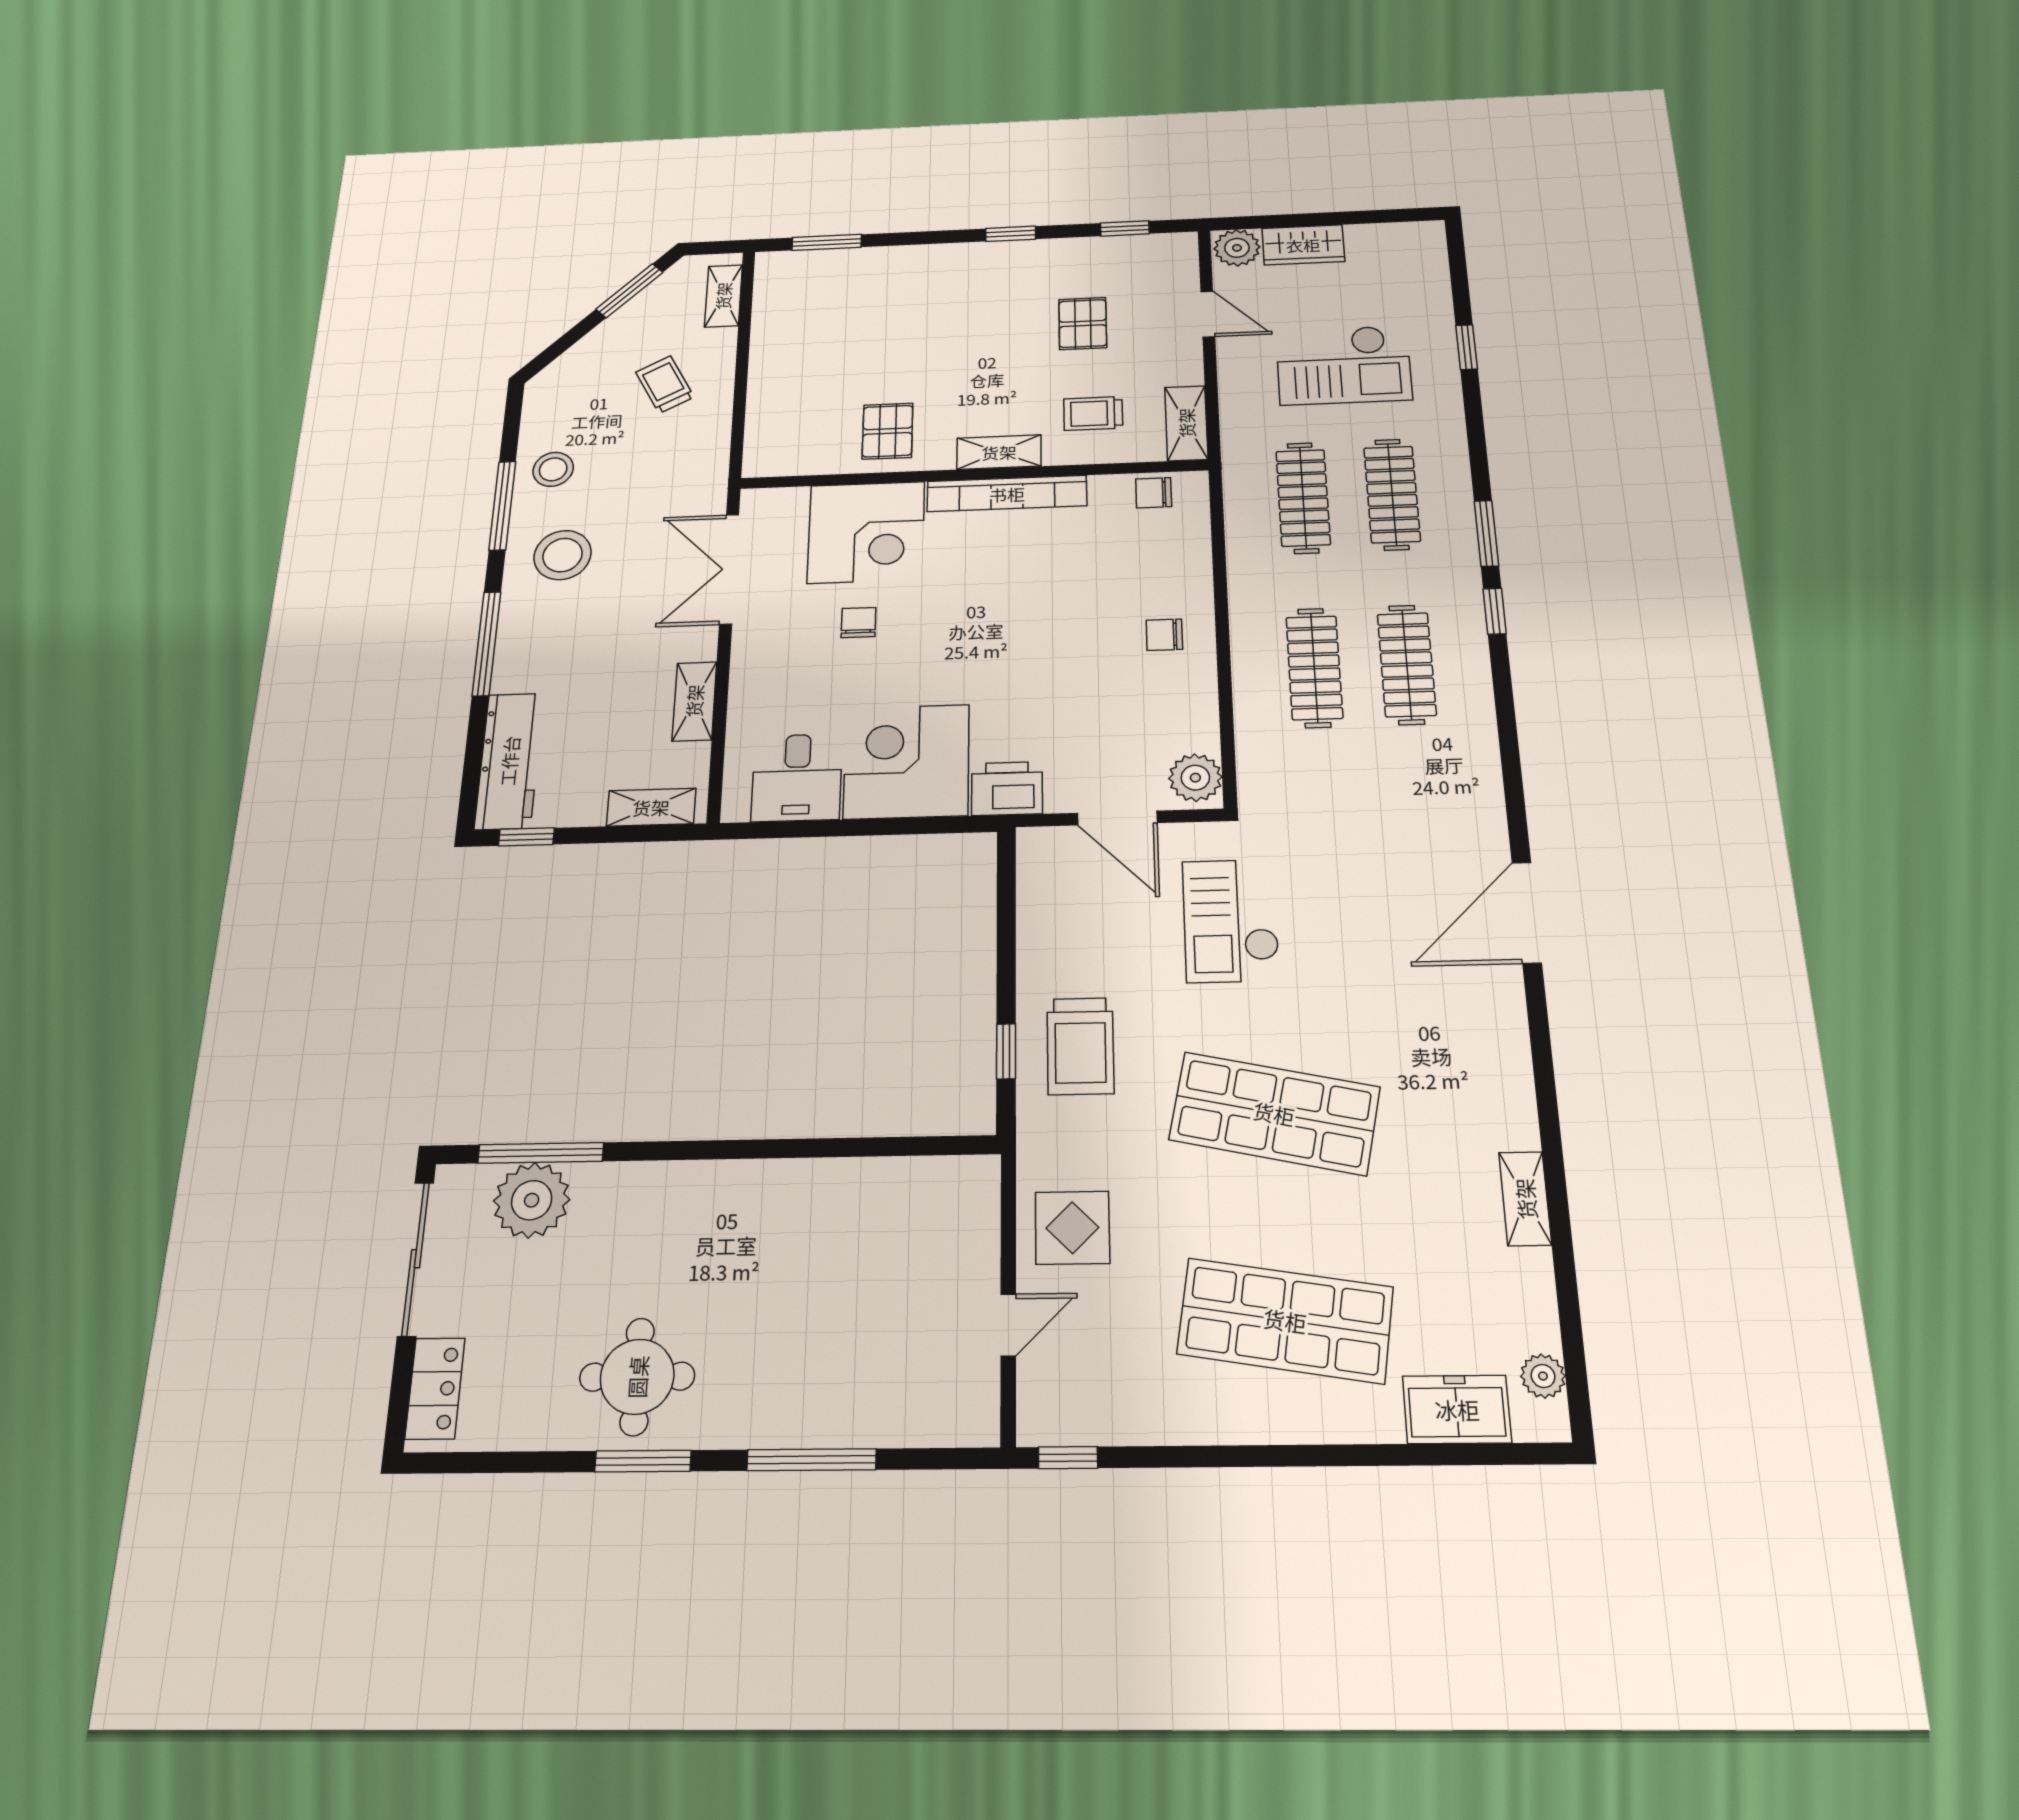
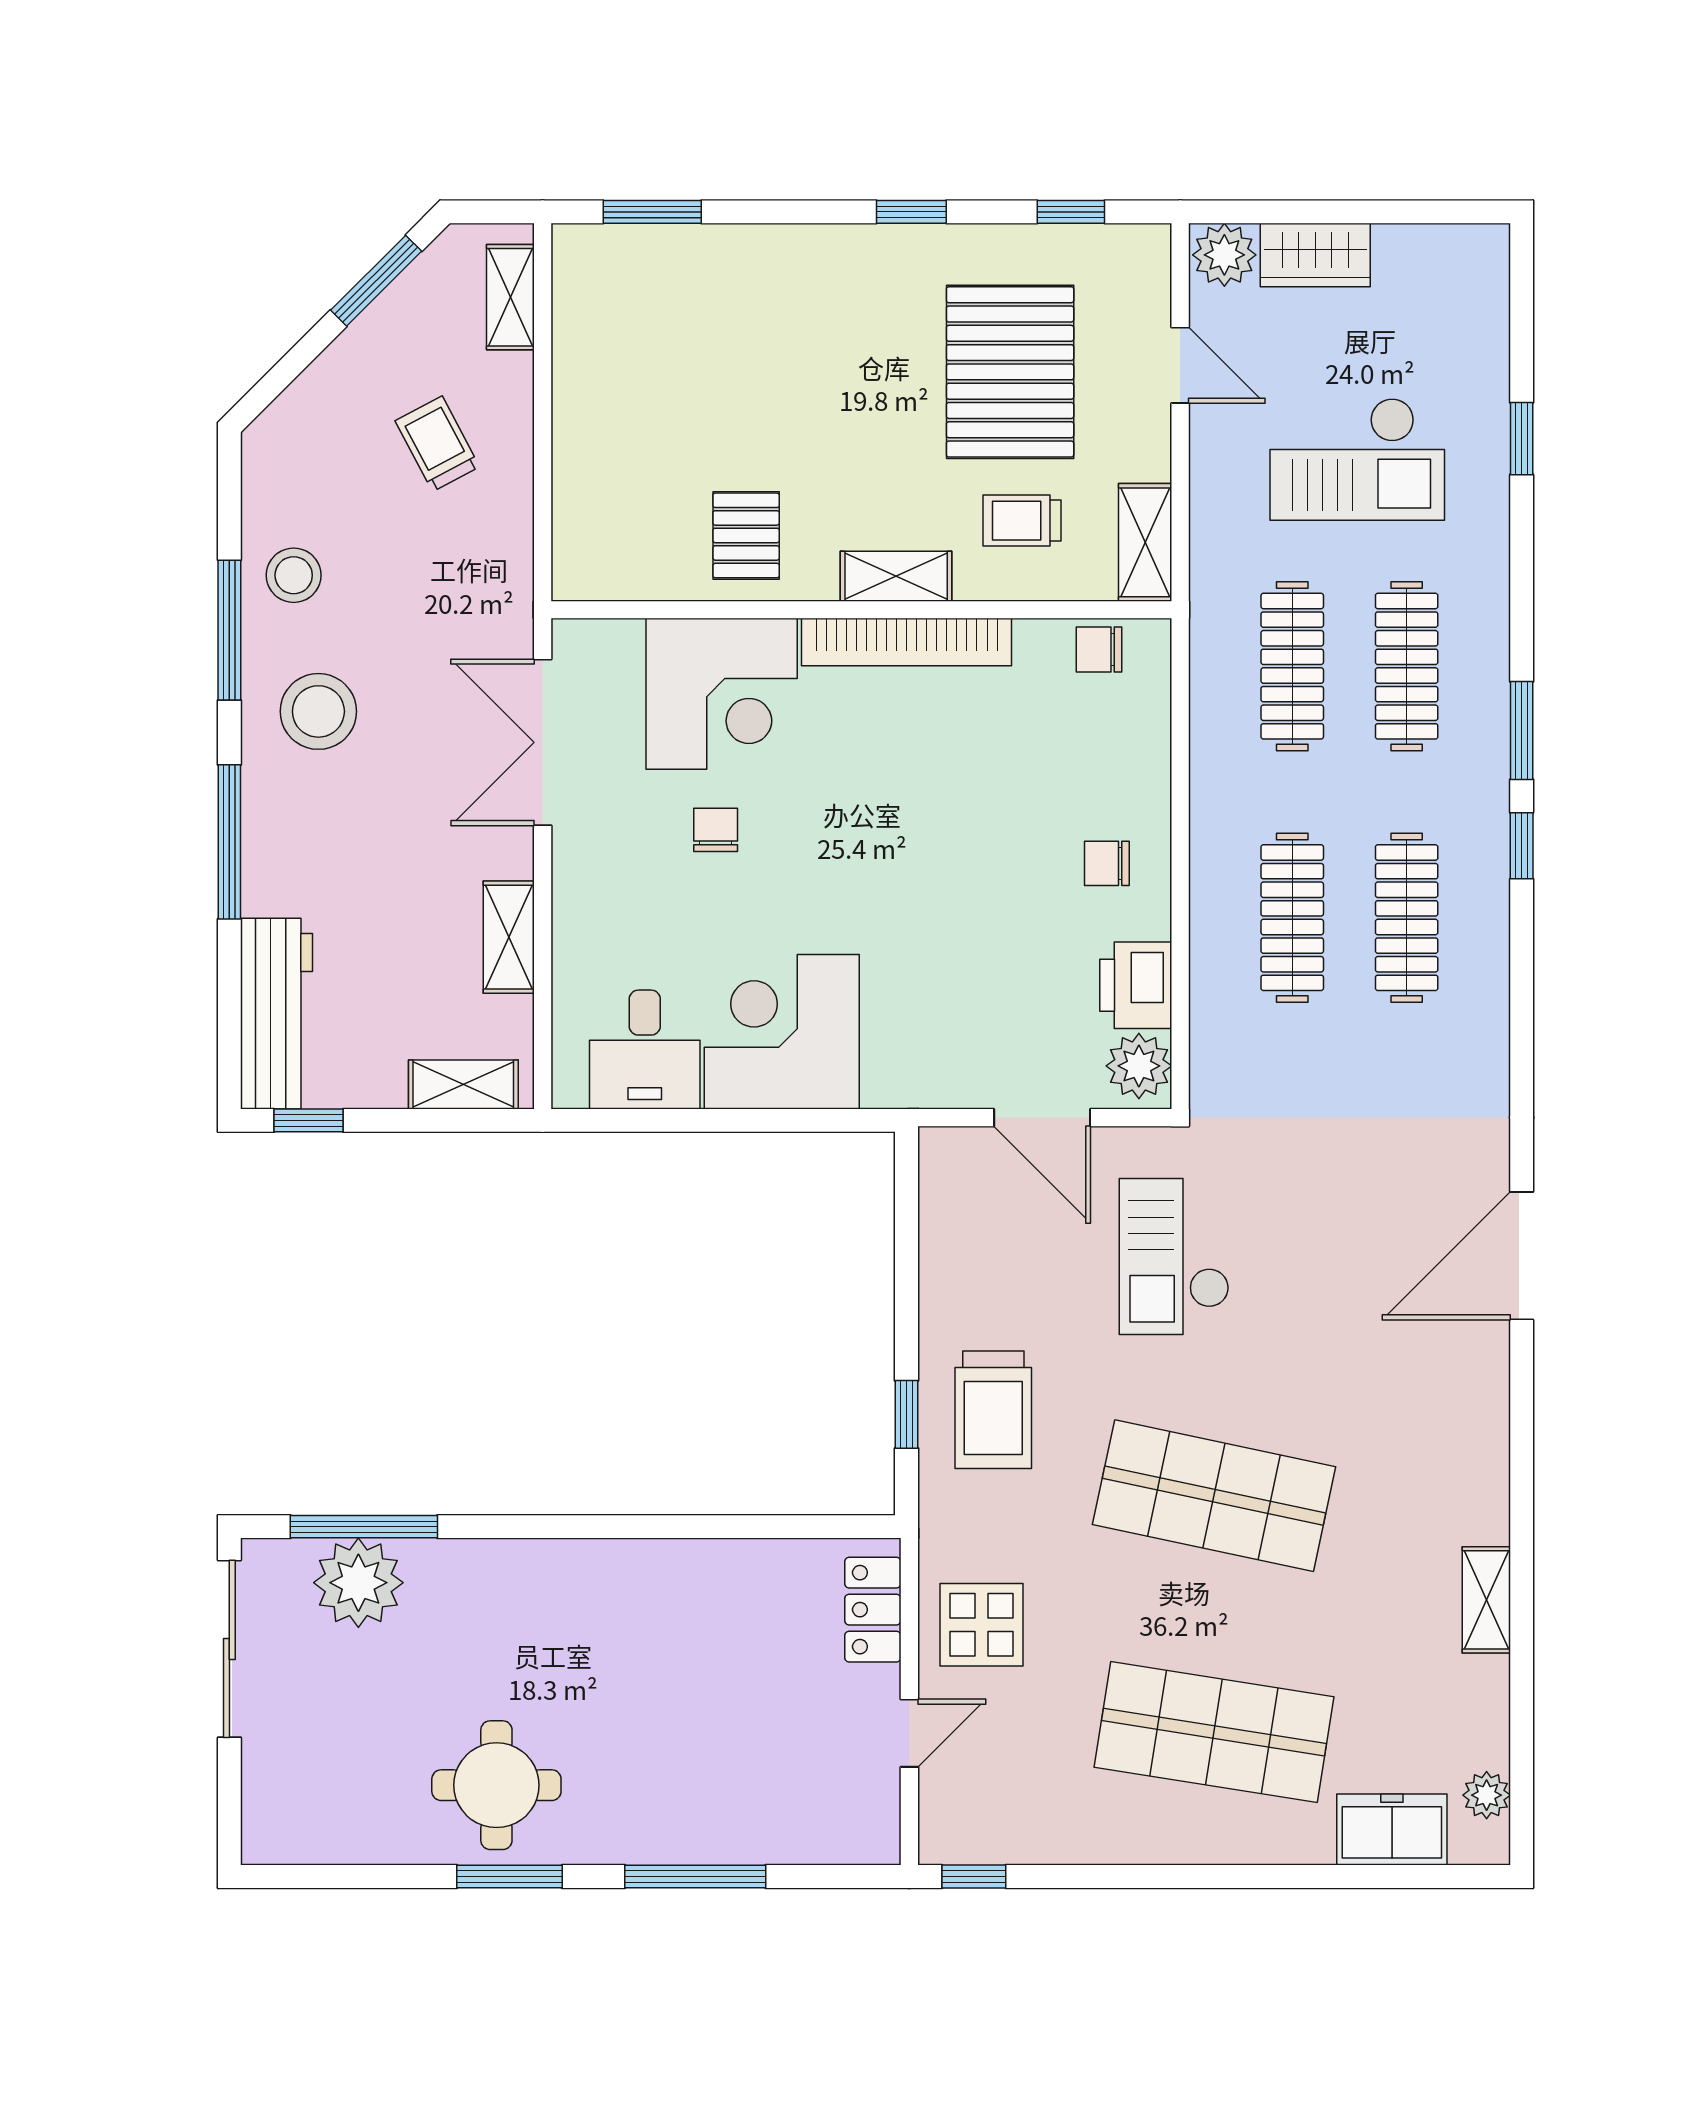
pallet: (1083, 324) -> (1010, 372), width x2.05, depth x2.00
printer: (1007, 788) -> (1136, 985), moved, turned -90
locker: (435, 1388) -> (873, 1610), moved, turned 180

